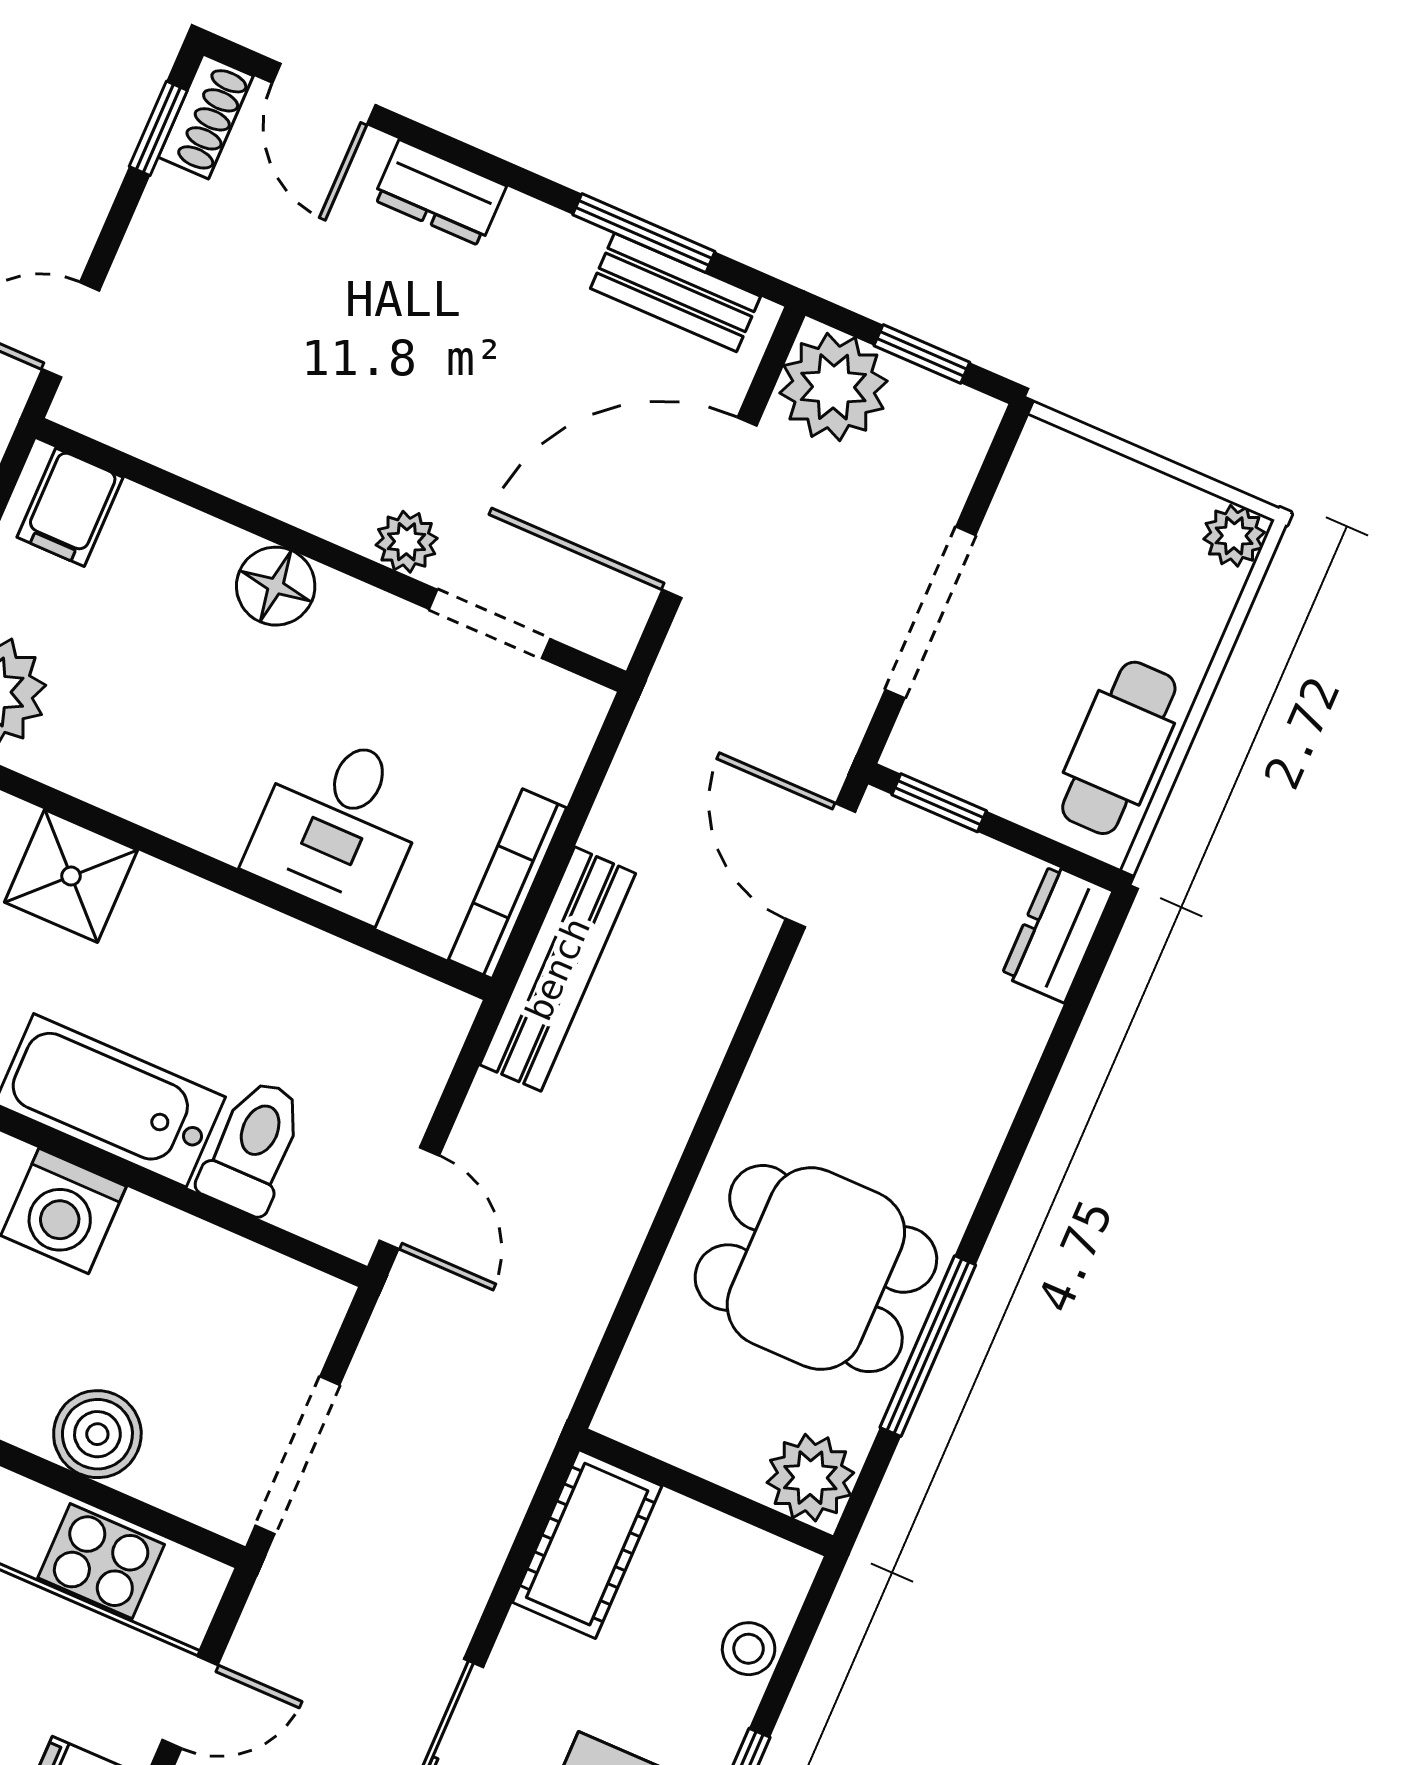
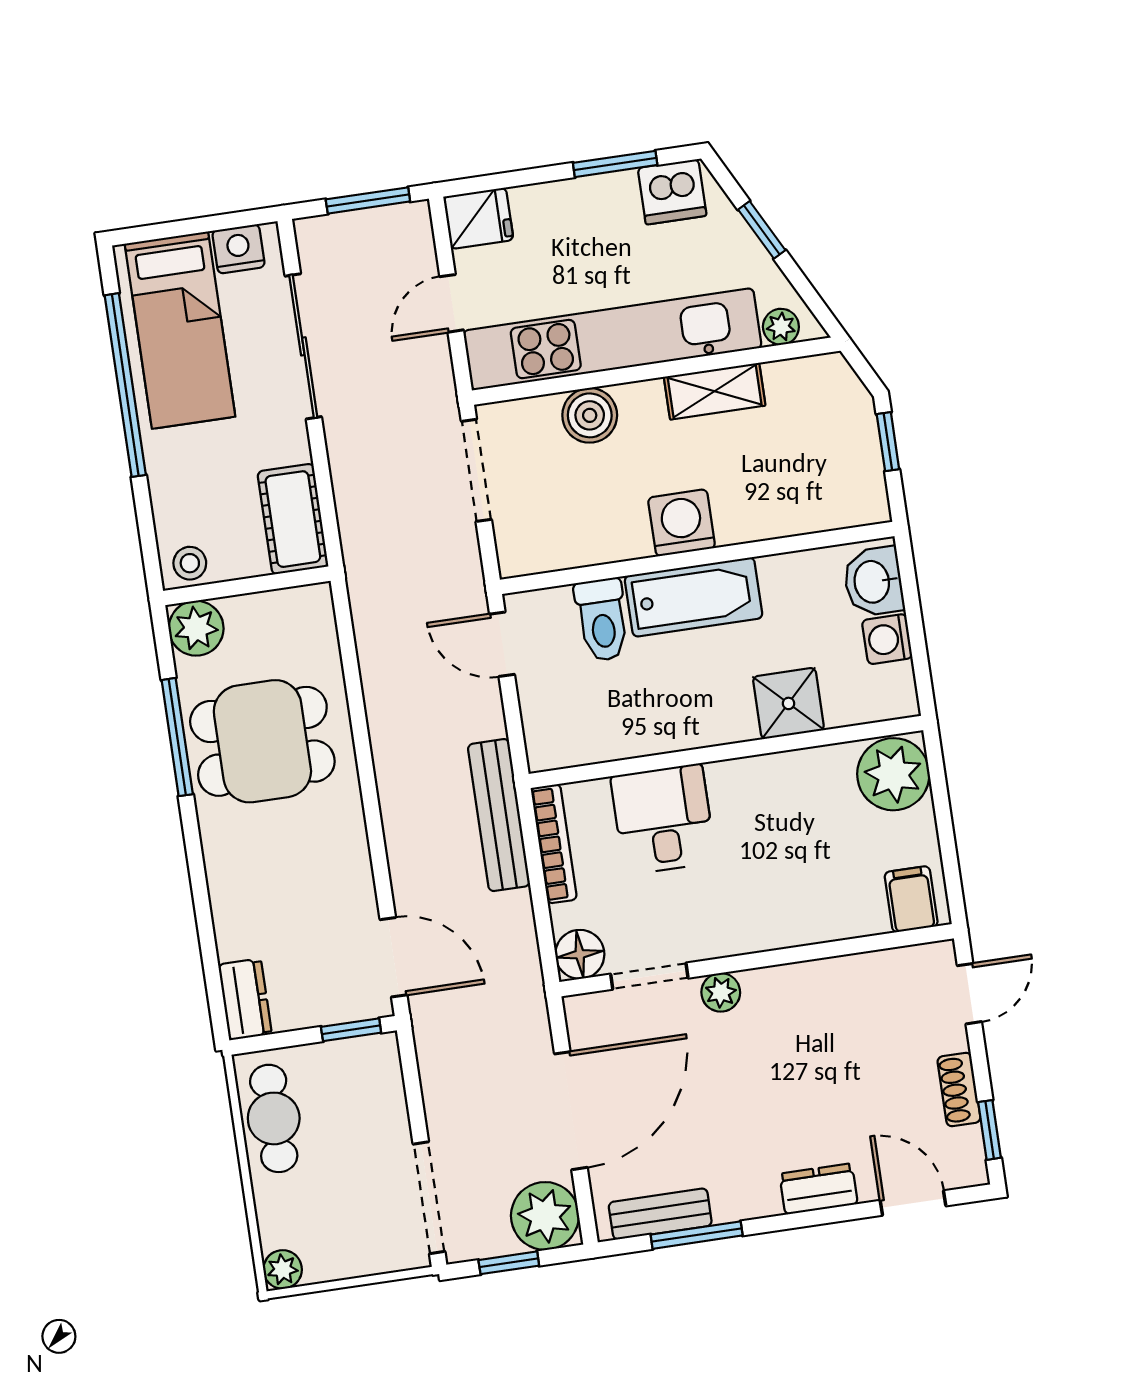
shoe rack: (206, 117) -> (959, 1090), moved
floor lamp: (276, 586) -> (580, 954), moved
doorway: (930, 612) -> (429, 1198), moved
stool: (749, 1649) -> (190, 563), moved

